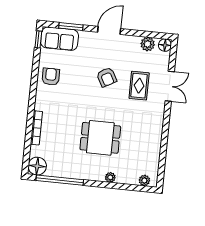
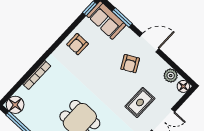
armchair: (51, 77) -> (78, 44), turned 180
armchair: (107, 77) -> (130, 64), moved

